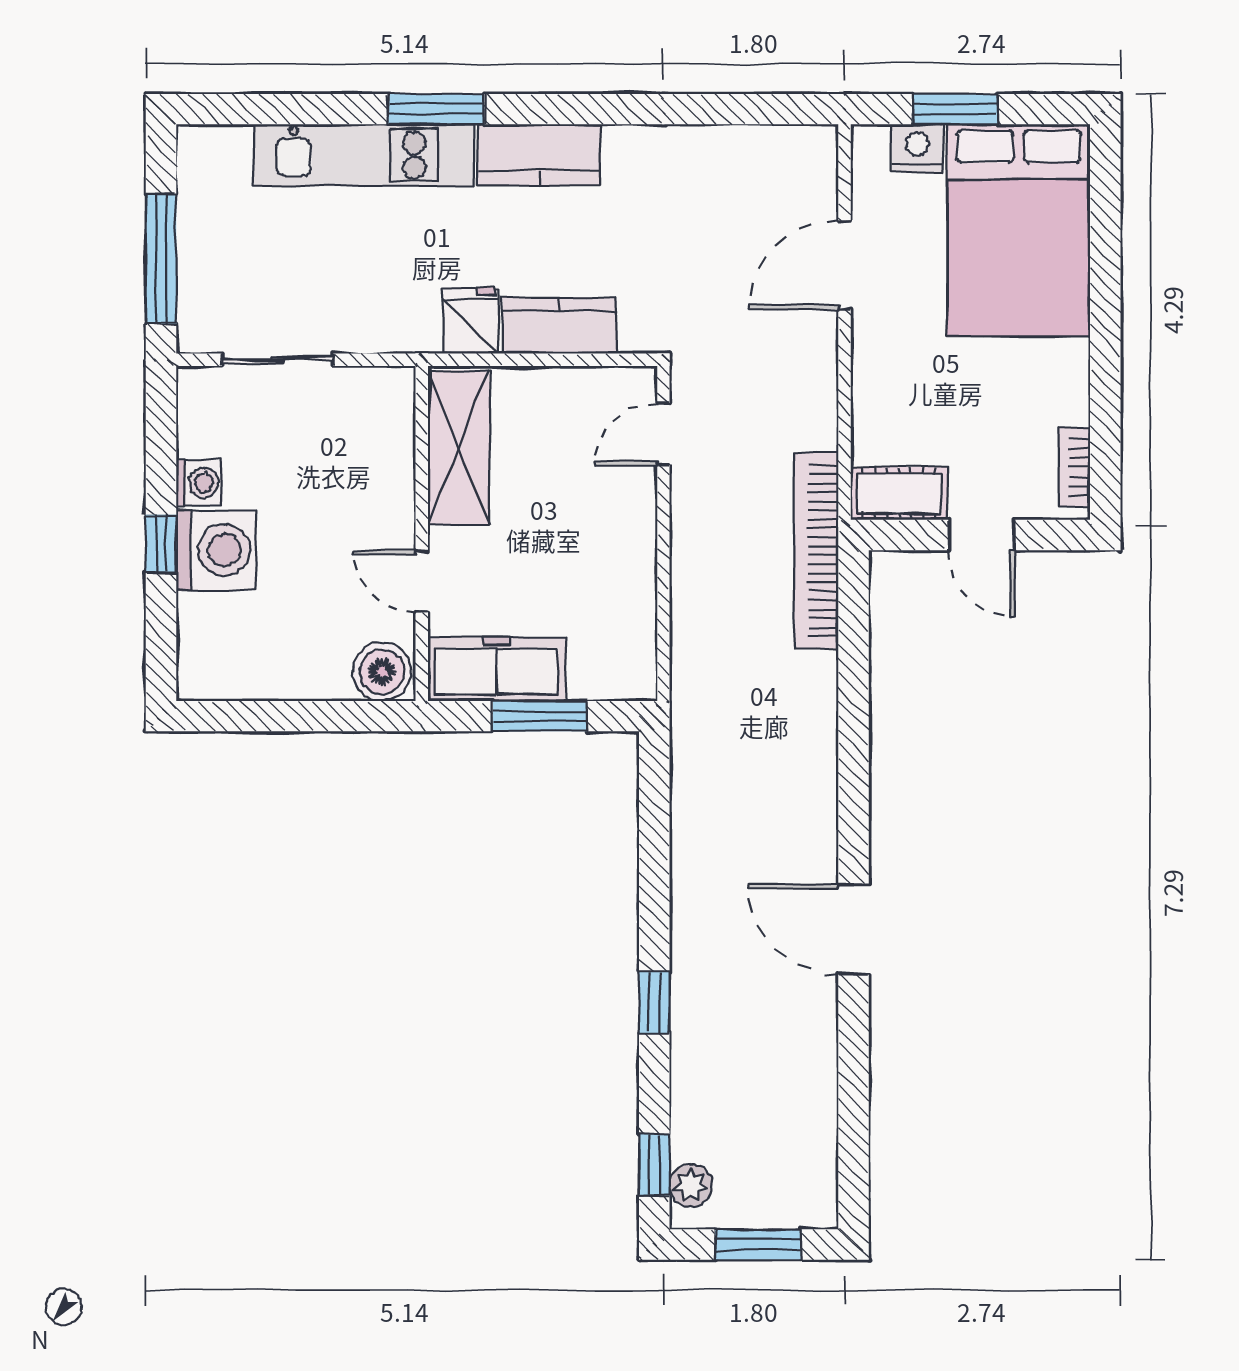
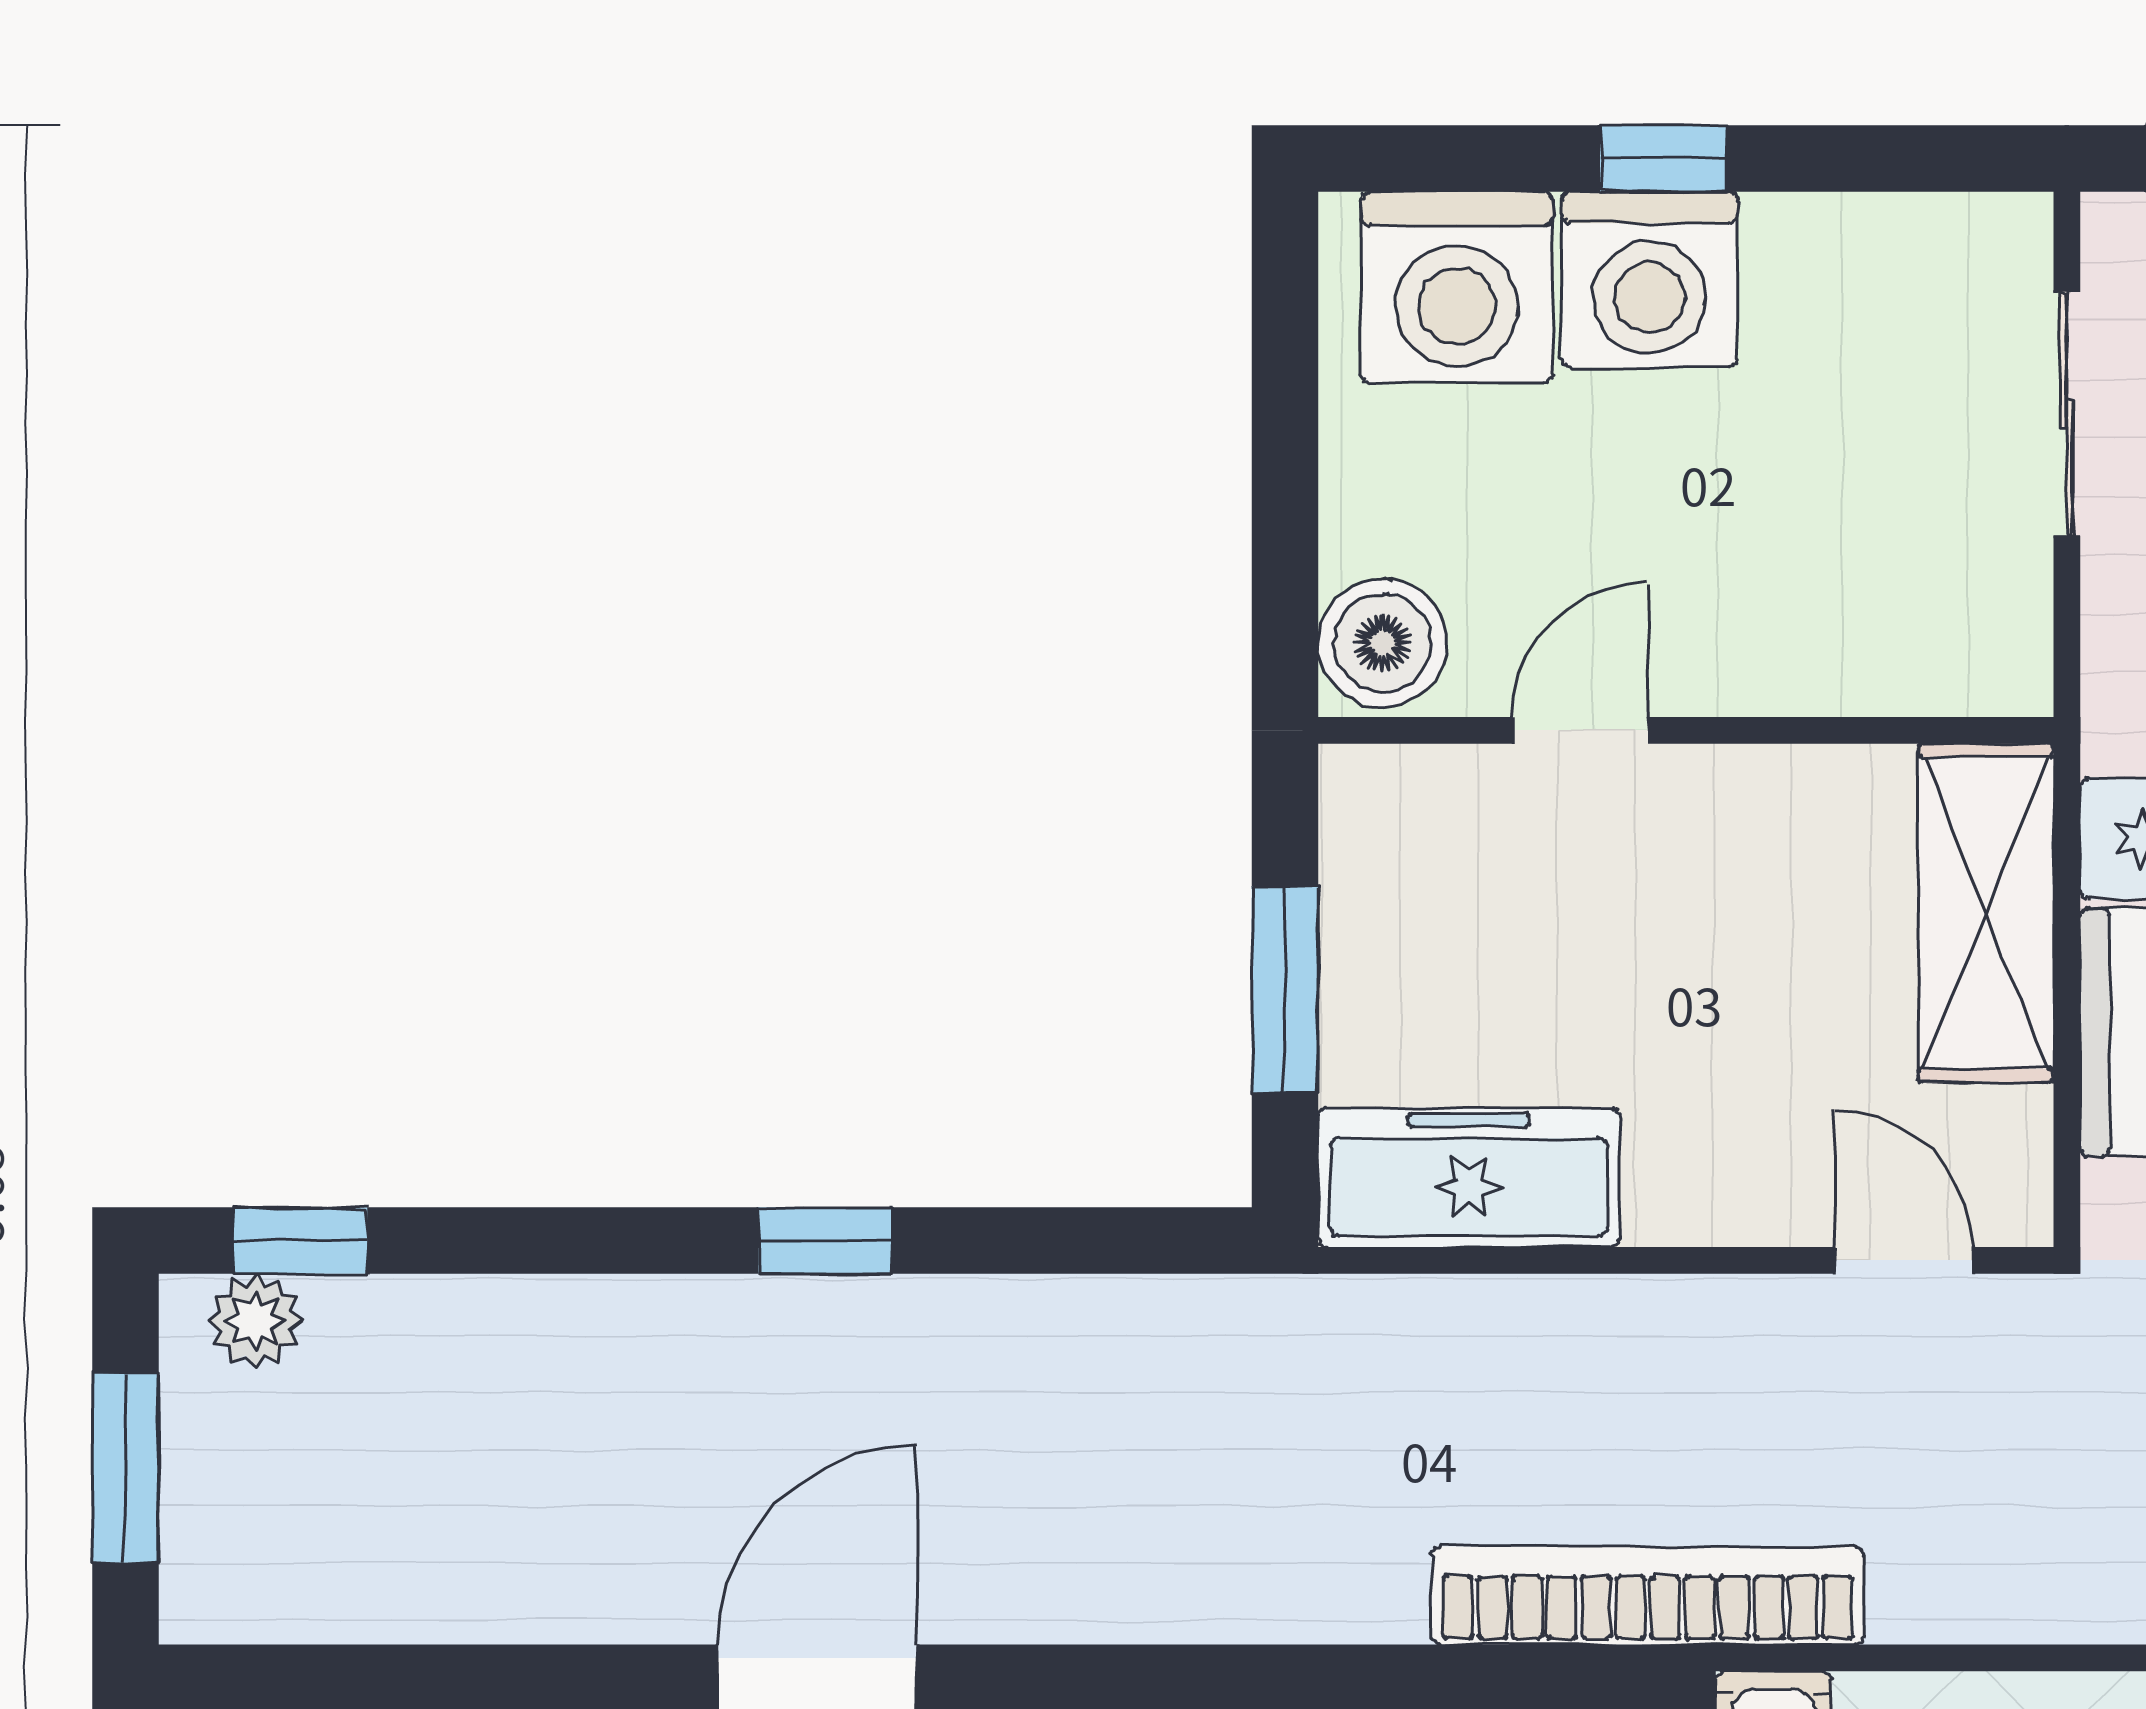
shelving: (459, 448) -> (1986, 913), moved, turned 90
washing machine: (199, 483) -> (1457, 287), moved, width x1.89, depth x1.89
freezer: (496, 669) -> (1469, 1177), moved, turned -90
window: (654, 1003) -> (825, 1241), moved

